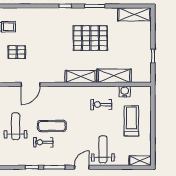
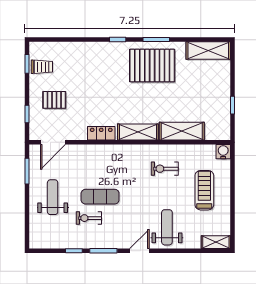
pallet: (90, 38) -> (152, 66), moved
locker: (53, 78) -> (101, 133), added
door: (30, 84) -> (53, 142), moved
water cooler: (125, 92) -> (223, 152), moved

